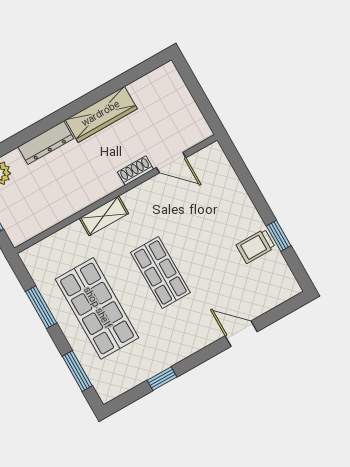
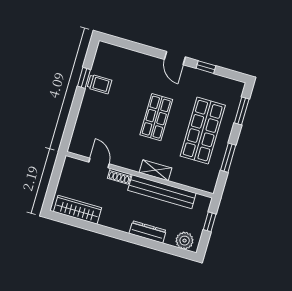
wardrobe: (101, 114) -> (78, 210), moved
bench: (74, 200) -> (162, 192), added
door: (241, 334) -> (175, 58), moved

